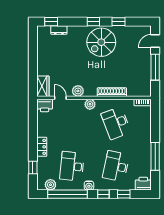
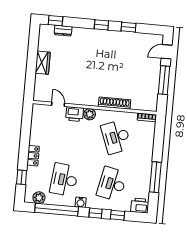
spiral stairs: (101, 42) -> (108, 48), removed
wardrobe: (43, 86) -> (43, 63), moved
plant: (78, 91) -> (78, 99), removed
printer: (45, 105) -> (75, 114), moved

